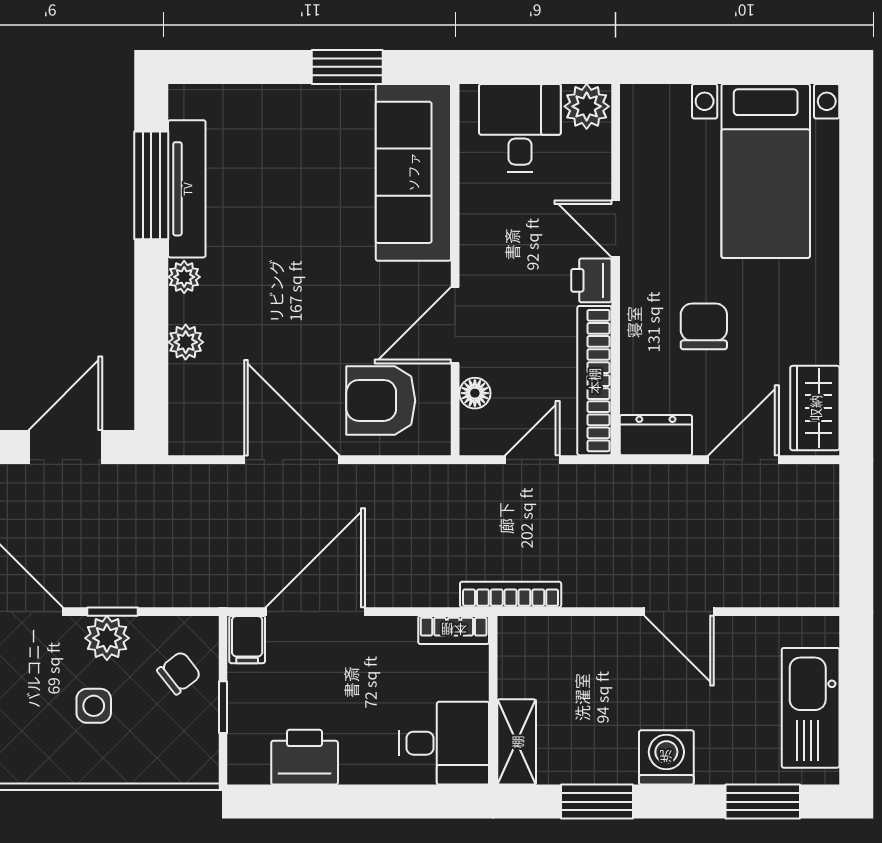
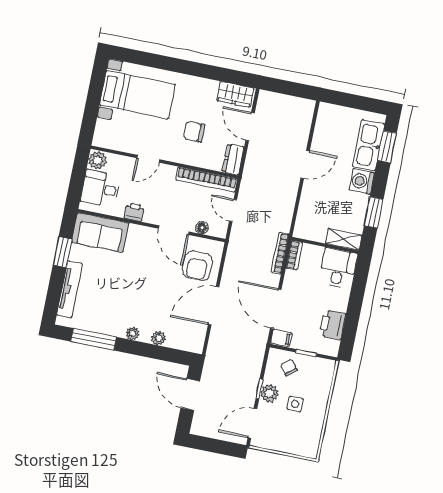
sofa: (413, 172) -> (100, 232), width x0.73
tv unit: (187, 189) -> (70, 289), moved, turned 90
printer: (591, 280) -> (134, 212), moved, turned 180
bookcase: (511, 594) -> (280, 253), moved
kitchen sink: (811, 708) -> (368, 145), moved, turned 90

